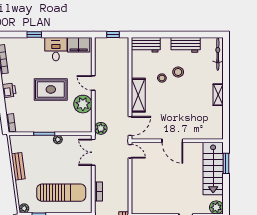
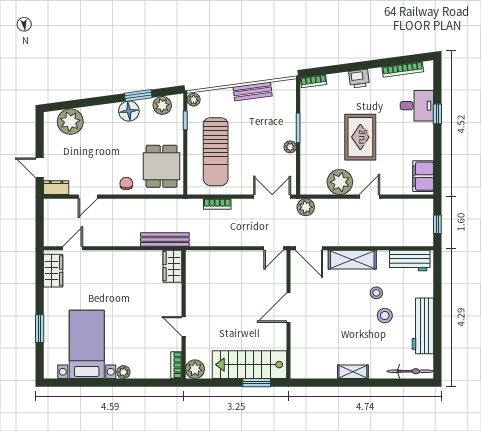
workbench: (146, 45) -> (410, 261), moved, turned -90
workbench: (186, 45) -> (423, 326), width x1.38
desk: (56, 49) -> (417, 106), moved

